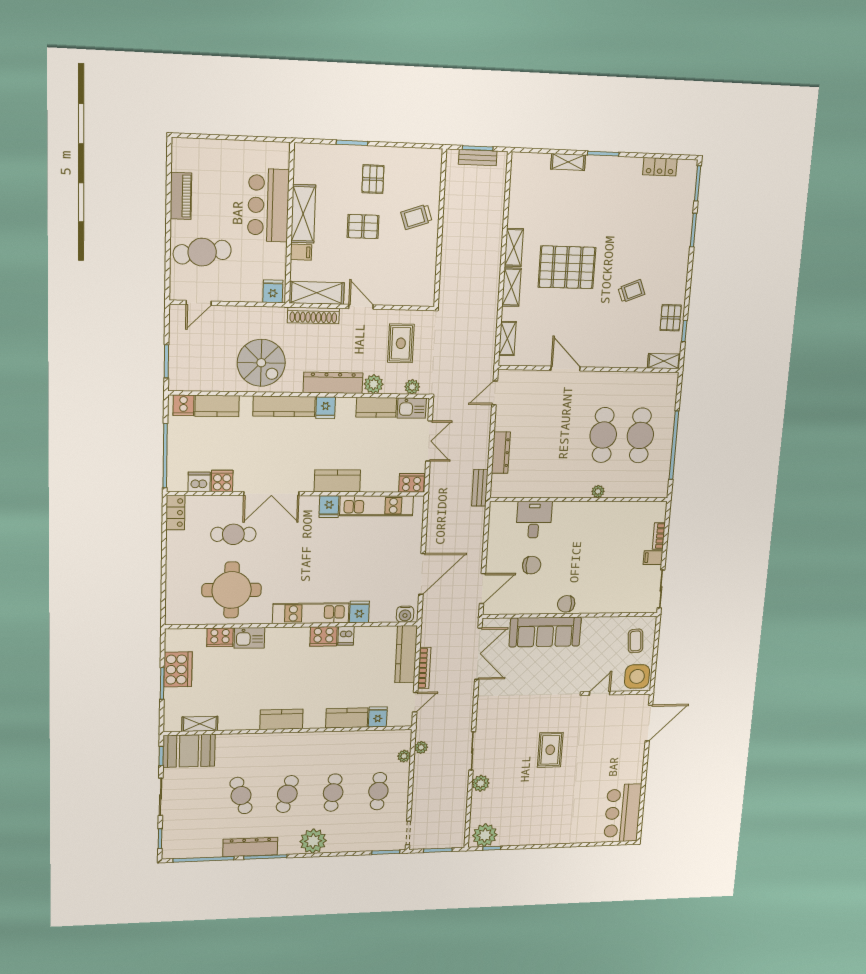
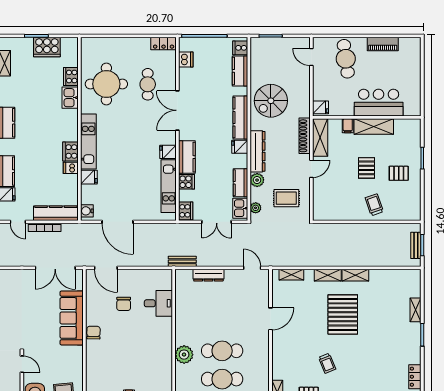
cooker: (222, 481) -> (187, 182), moved
plant: (598, 491) -> (184, 355), width x1.87, depth x1.87

